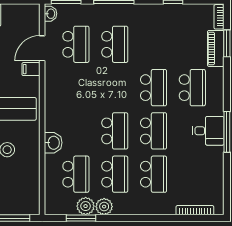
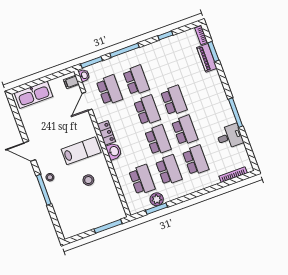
filing cabinet: (31, 69) -> (71, 82), moved
school desk: (192, 88) -> (147, 110), moved
locker: (52, 98) -> (106, 133), added
desk: (208, 131) -> (230, 136), moved
washbasin: (53, 143) -> (114, 151), moved
plant: (104, 207) -> (170, 195), removed

